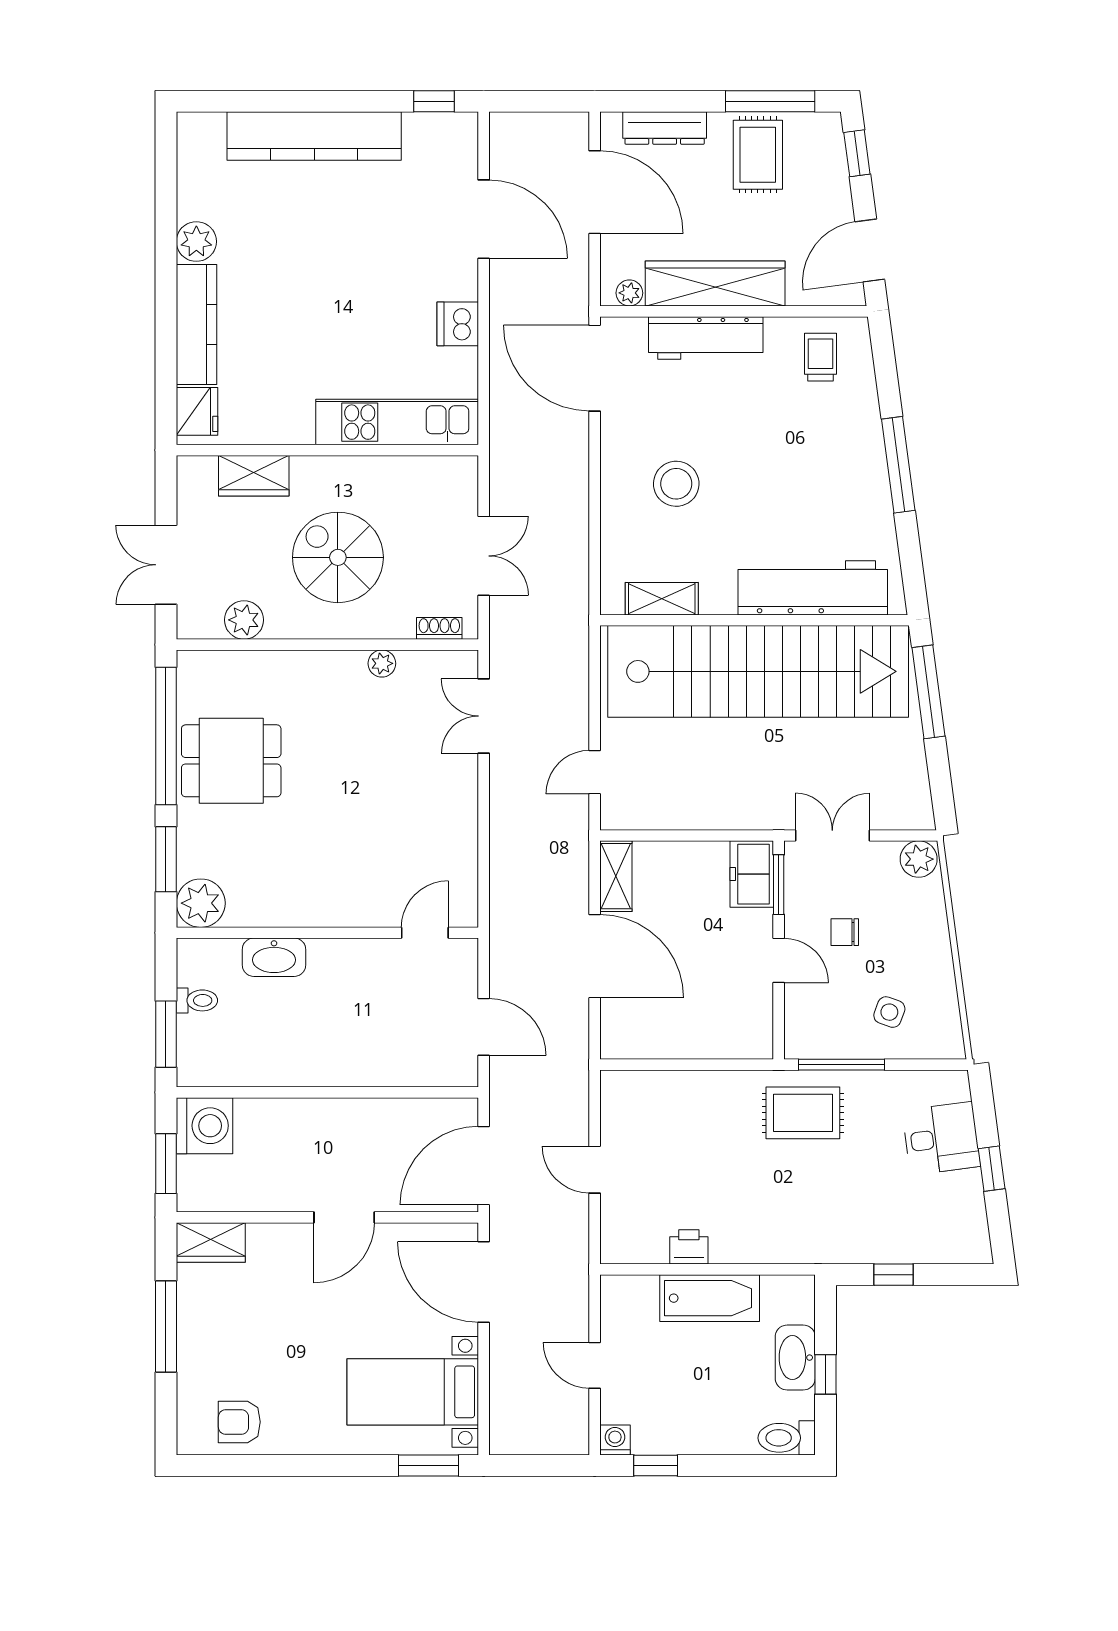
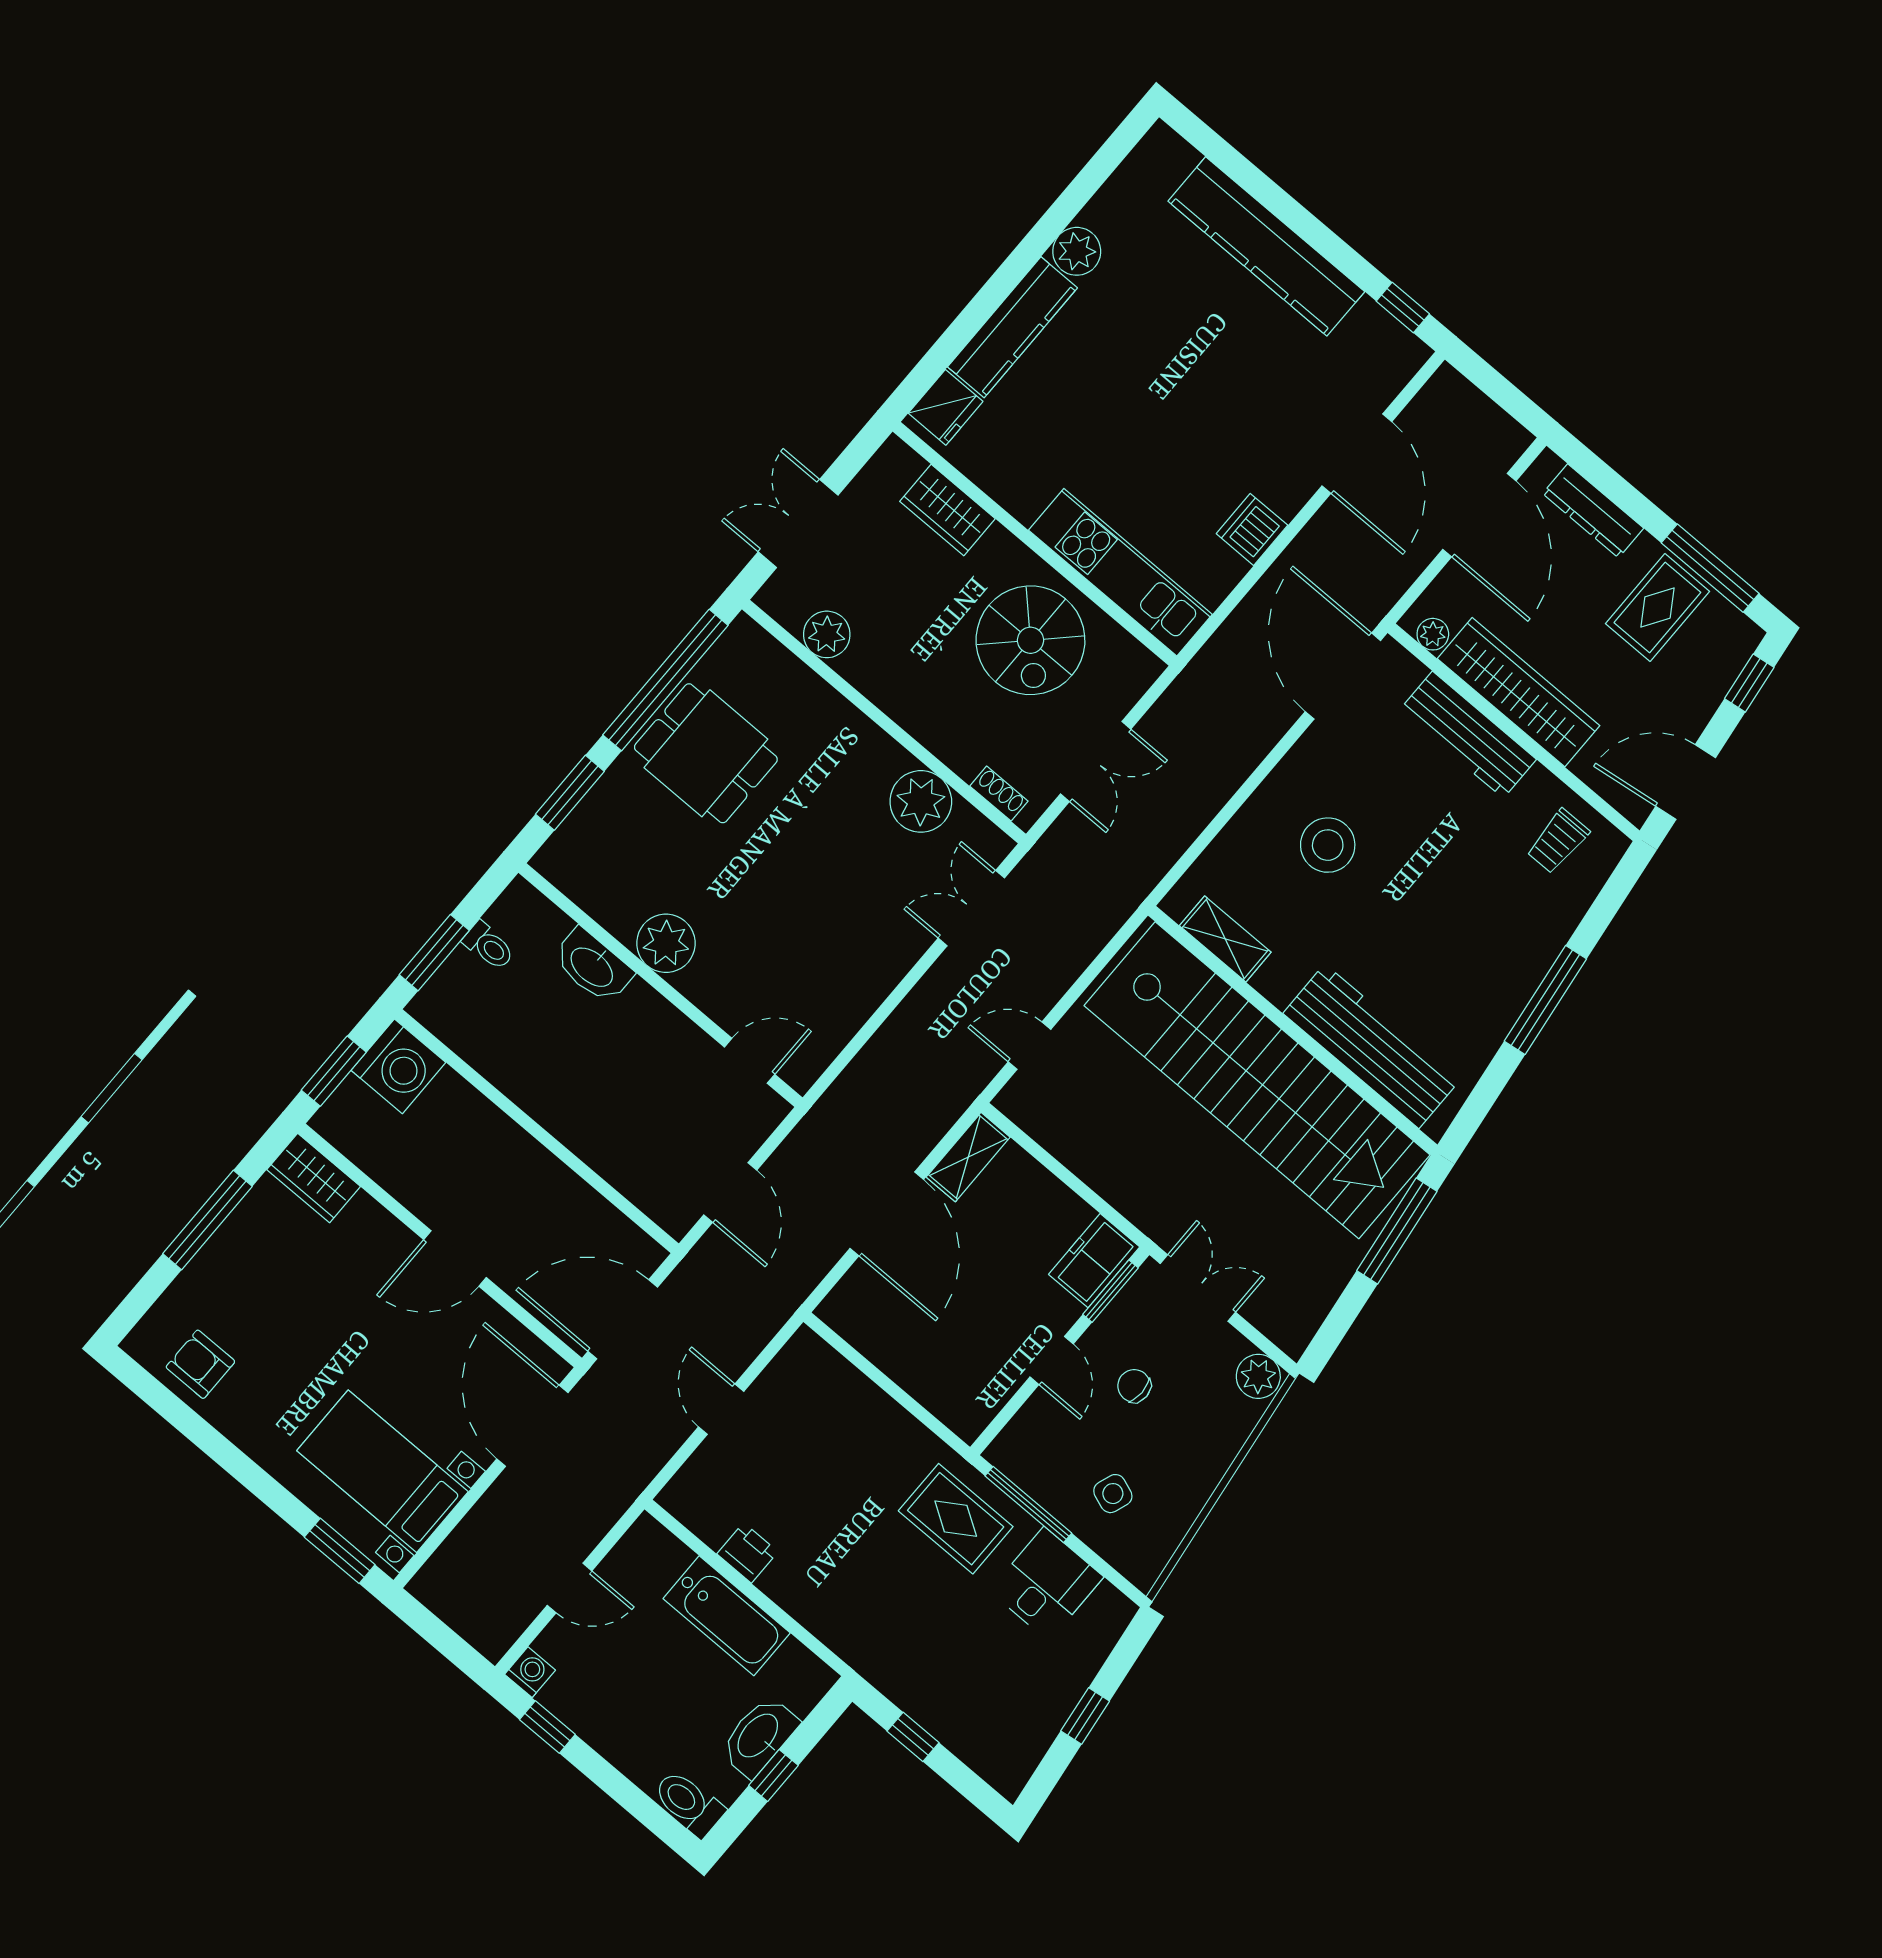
trolley: (821, 357) -> (1558, 841), turned 180
spiral stairs: (338, 557) -> (1030, 640), moved, turned 180
plant: (382, 663) -> (921, 801), width x1.87, depth x1.87
plant: (201, 903) -> (666, 943), moved
desk: (941, 1138) -> (1046, 1584), moved, turned -82
door: (595, 1365) -> (569, 1588), swing flipped

